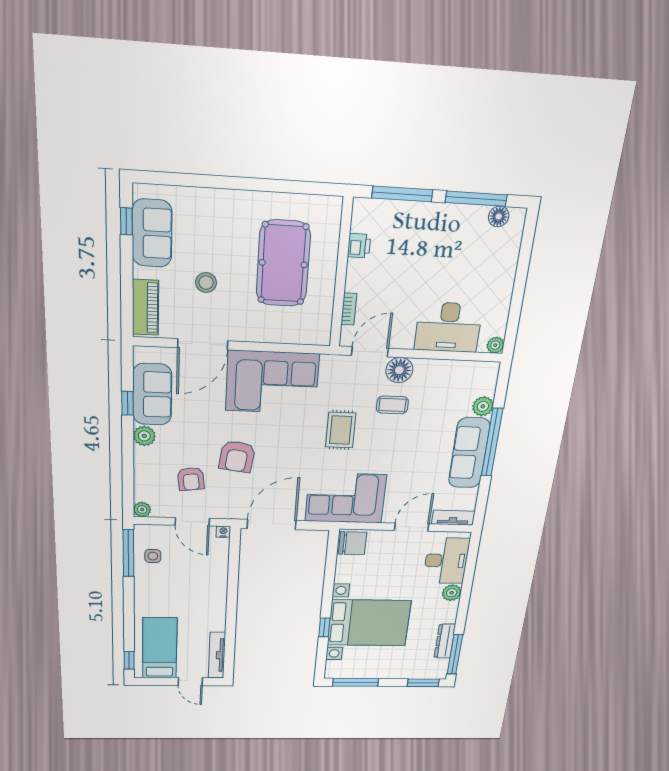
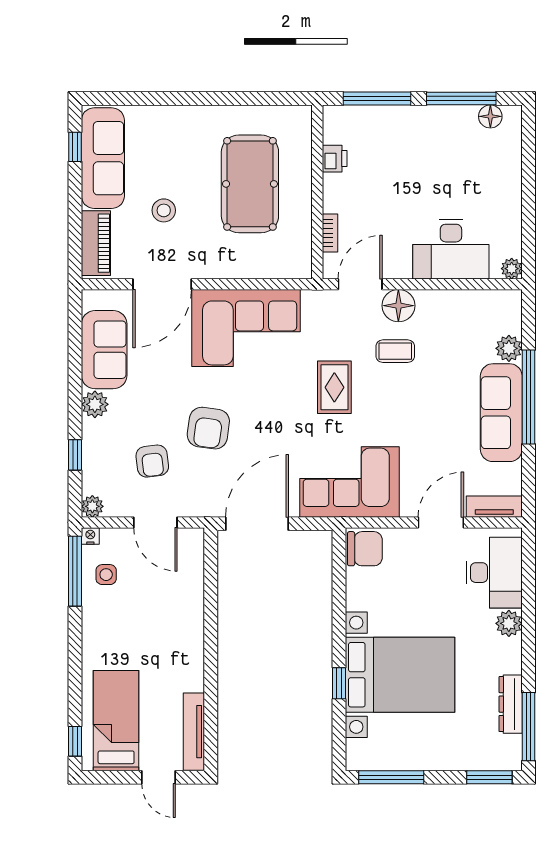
sofa: (152, 233) -> (103, 158), width x1.36
window: (128, 403) -> (75, 455), moved
nightstand: (223, 532) -> (90, 536), moved

